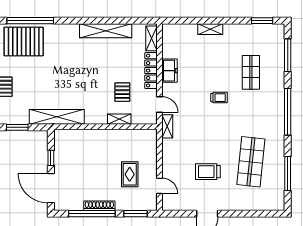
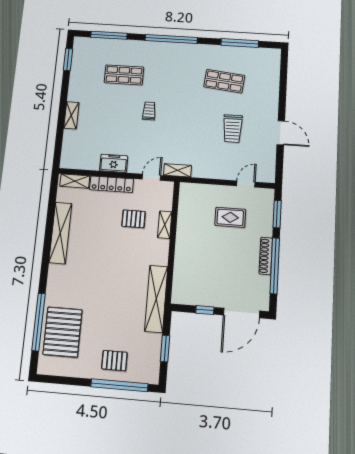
shop shelf: (251, 162) -> (224, 81), width x0.70, depth x0.74

